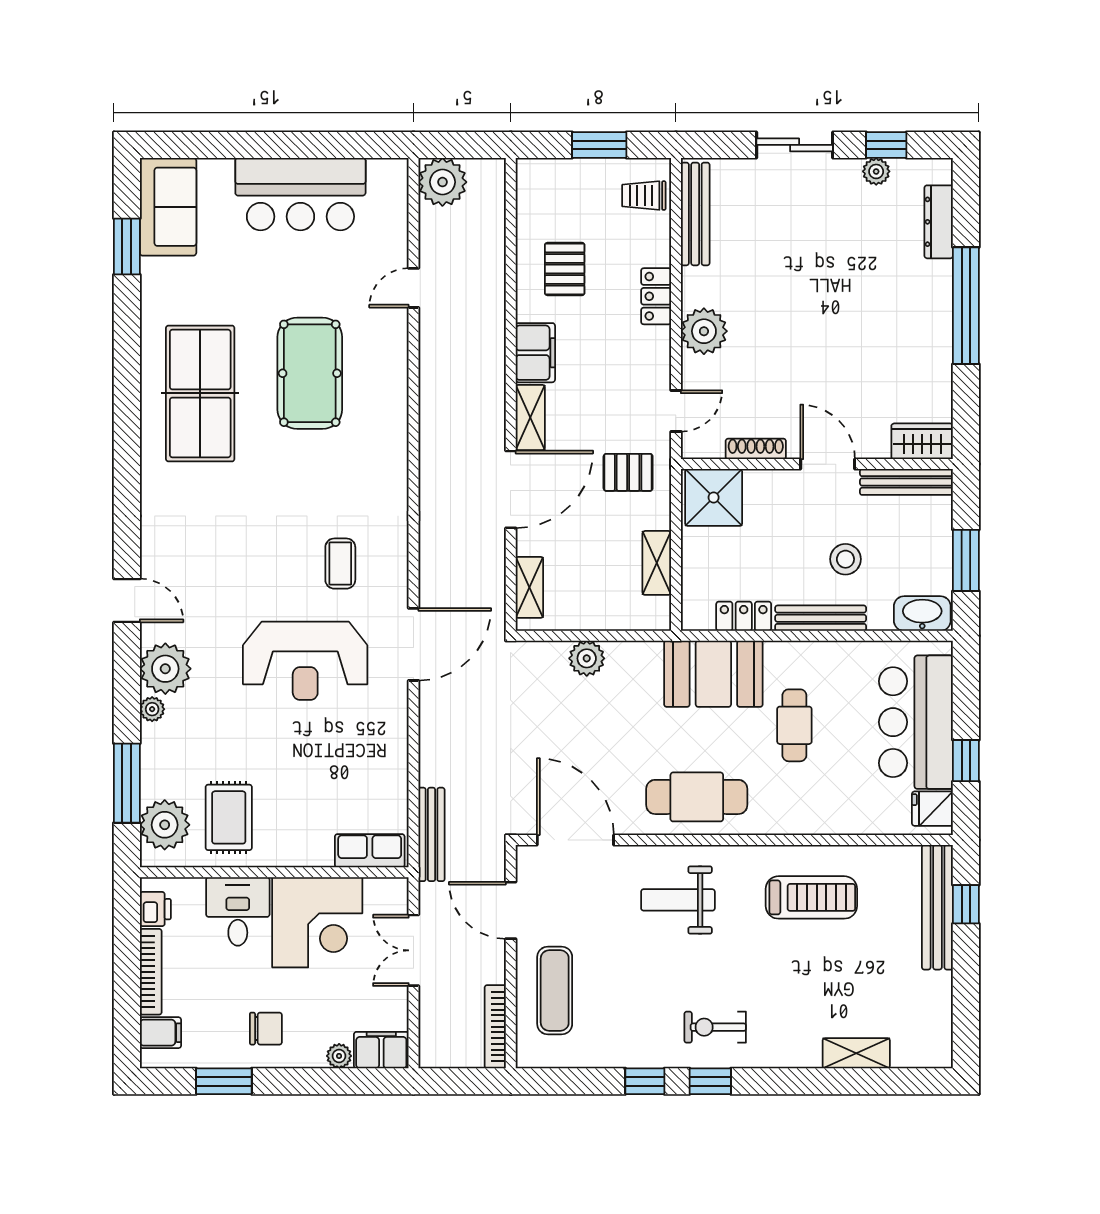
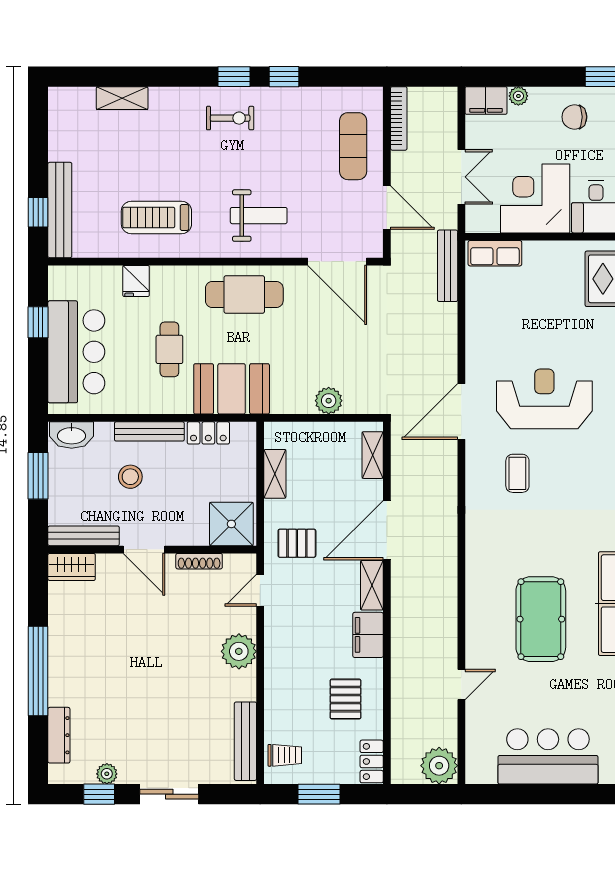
locker: (656, 296) -> (372, 761), moved, turned 180
fridge: (932, 809) -> (136, 281), moved, turned 90

